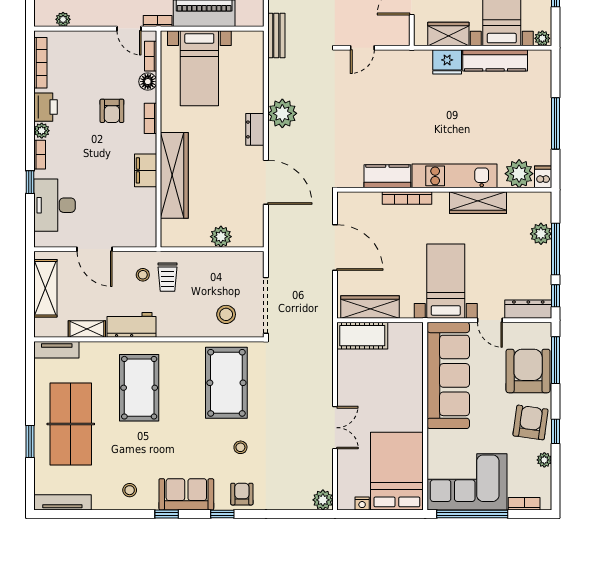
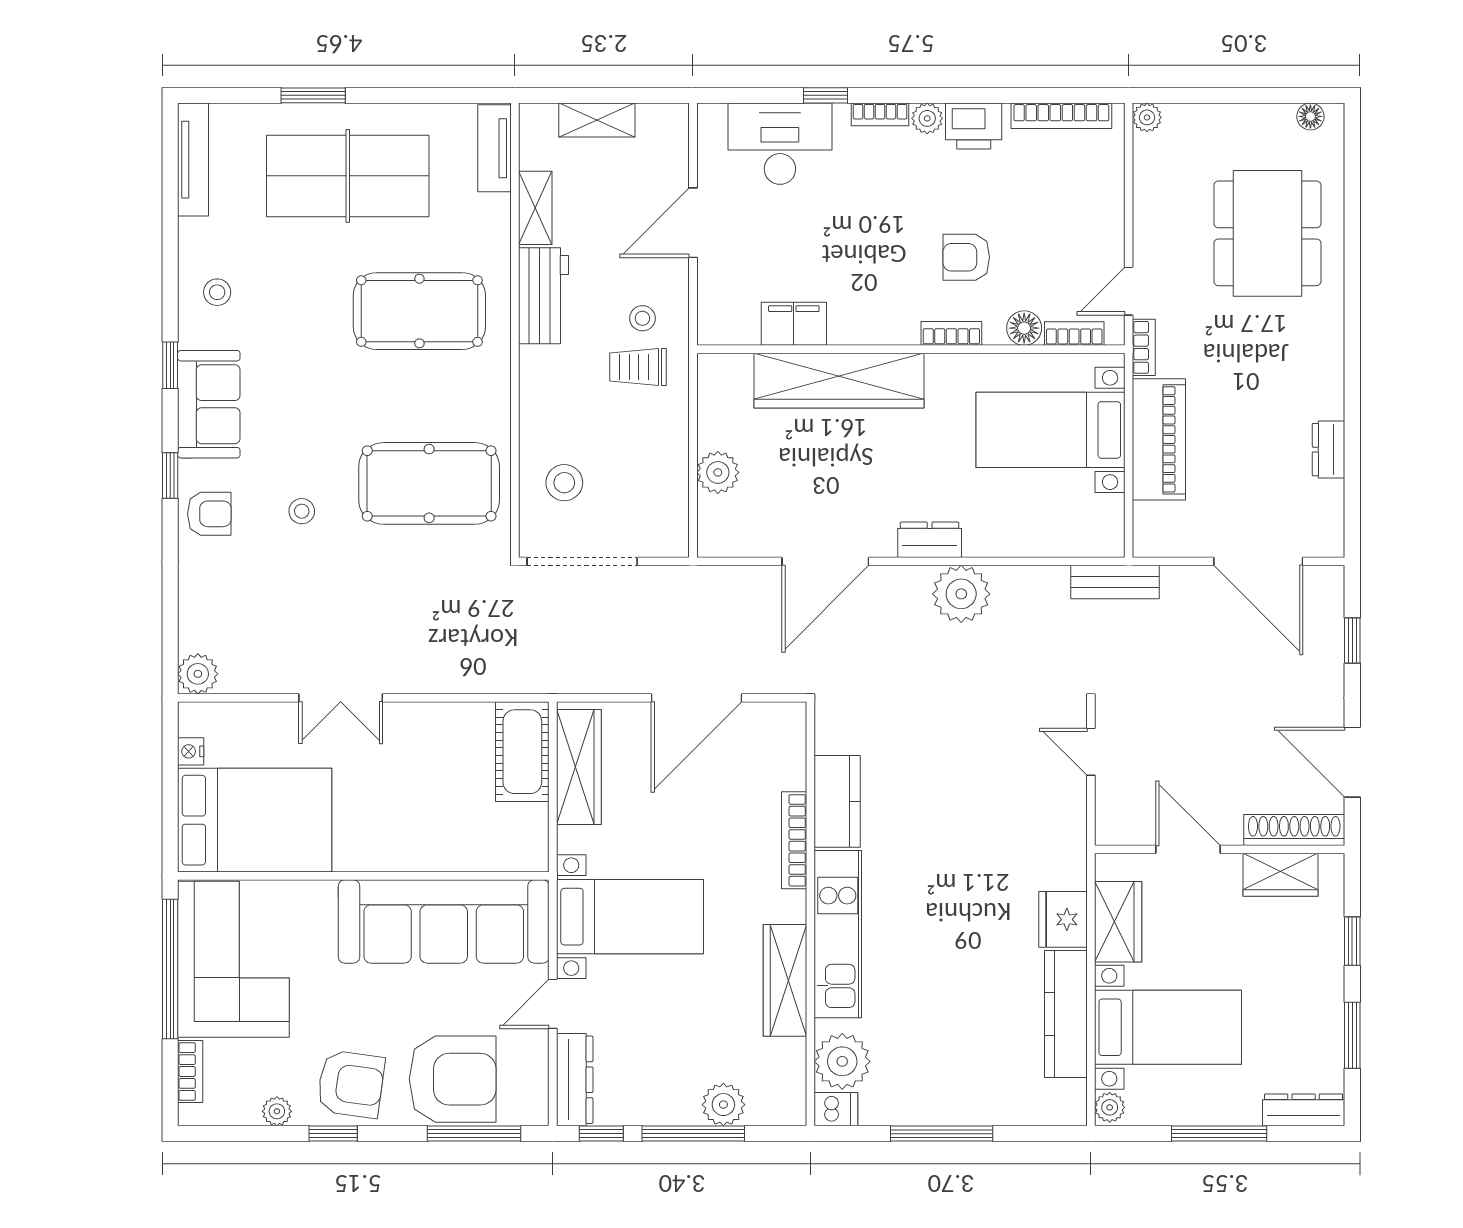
plant: (63, 19) -> (1147, 117), moved
filing cabinet: (146, 170) -> (794, 324), moved
shelving: (45, 288) -> (597, 120), width x0.67, depth x0.75

